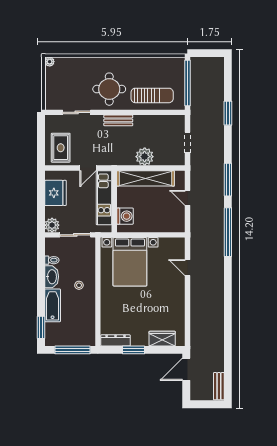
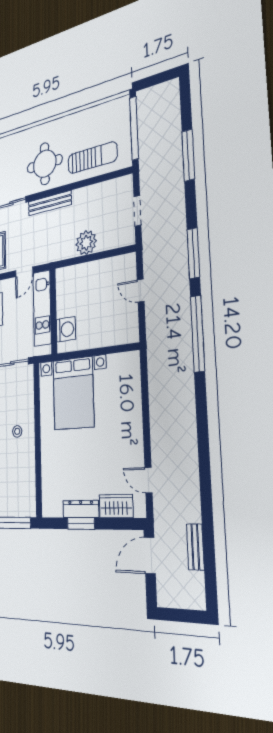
window: (228, 113) -> (188, 155), width x1.44
bench: (118, 120) -> (50, 203), width x1.36
shelving: (145, 178) -> (88, 273), removed
door: (188, 268) -> (148, 480), moved
dresser: (116, 340) -> (81, 509), moved
bench: (219, 386) -> (195, 547), moved

